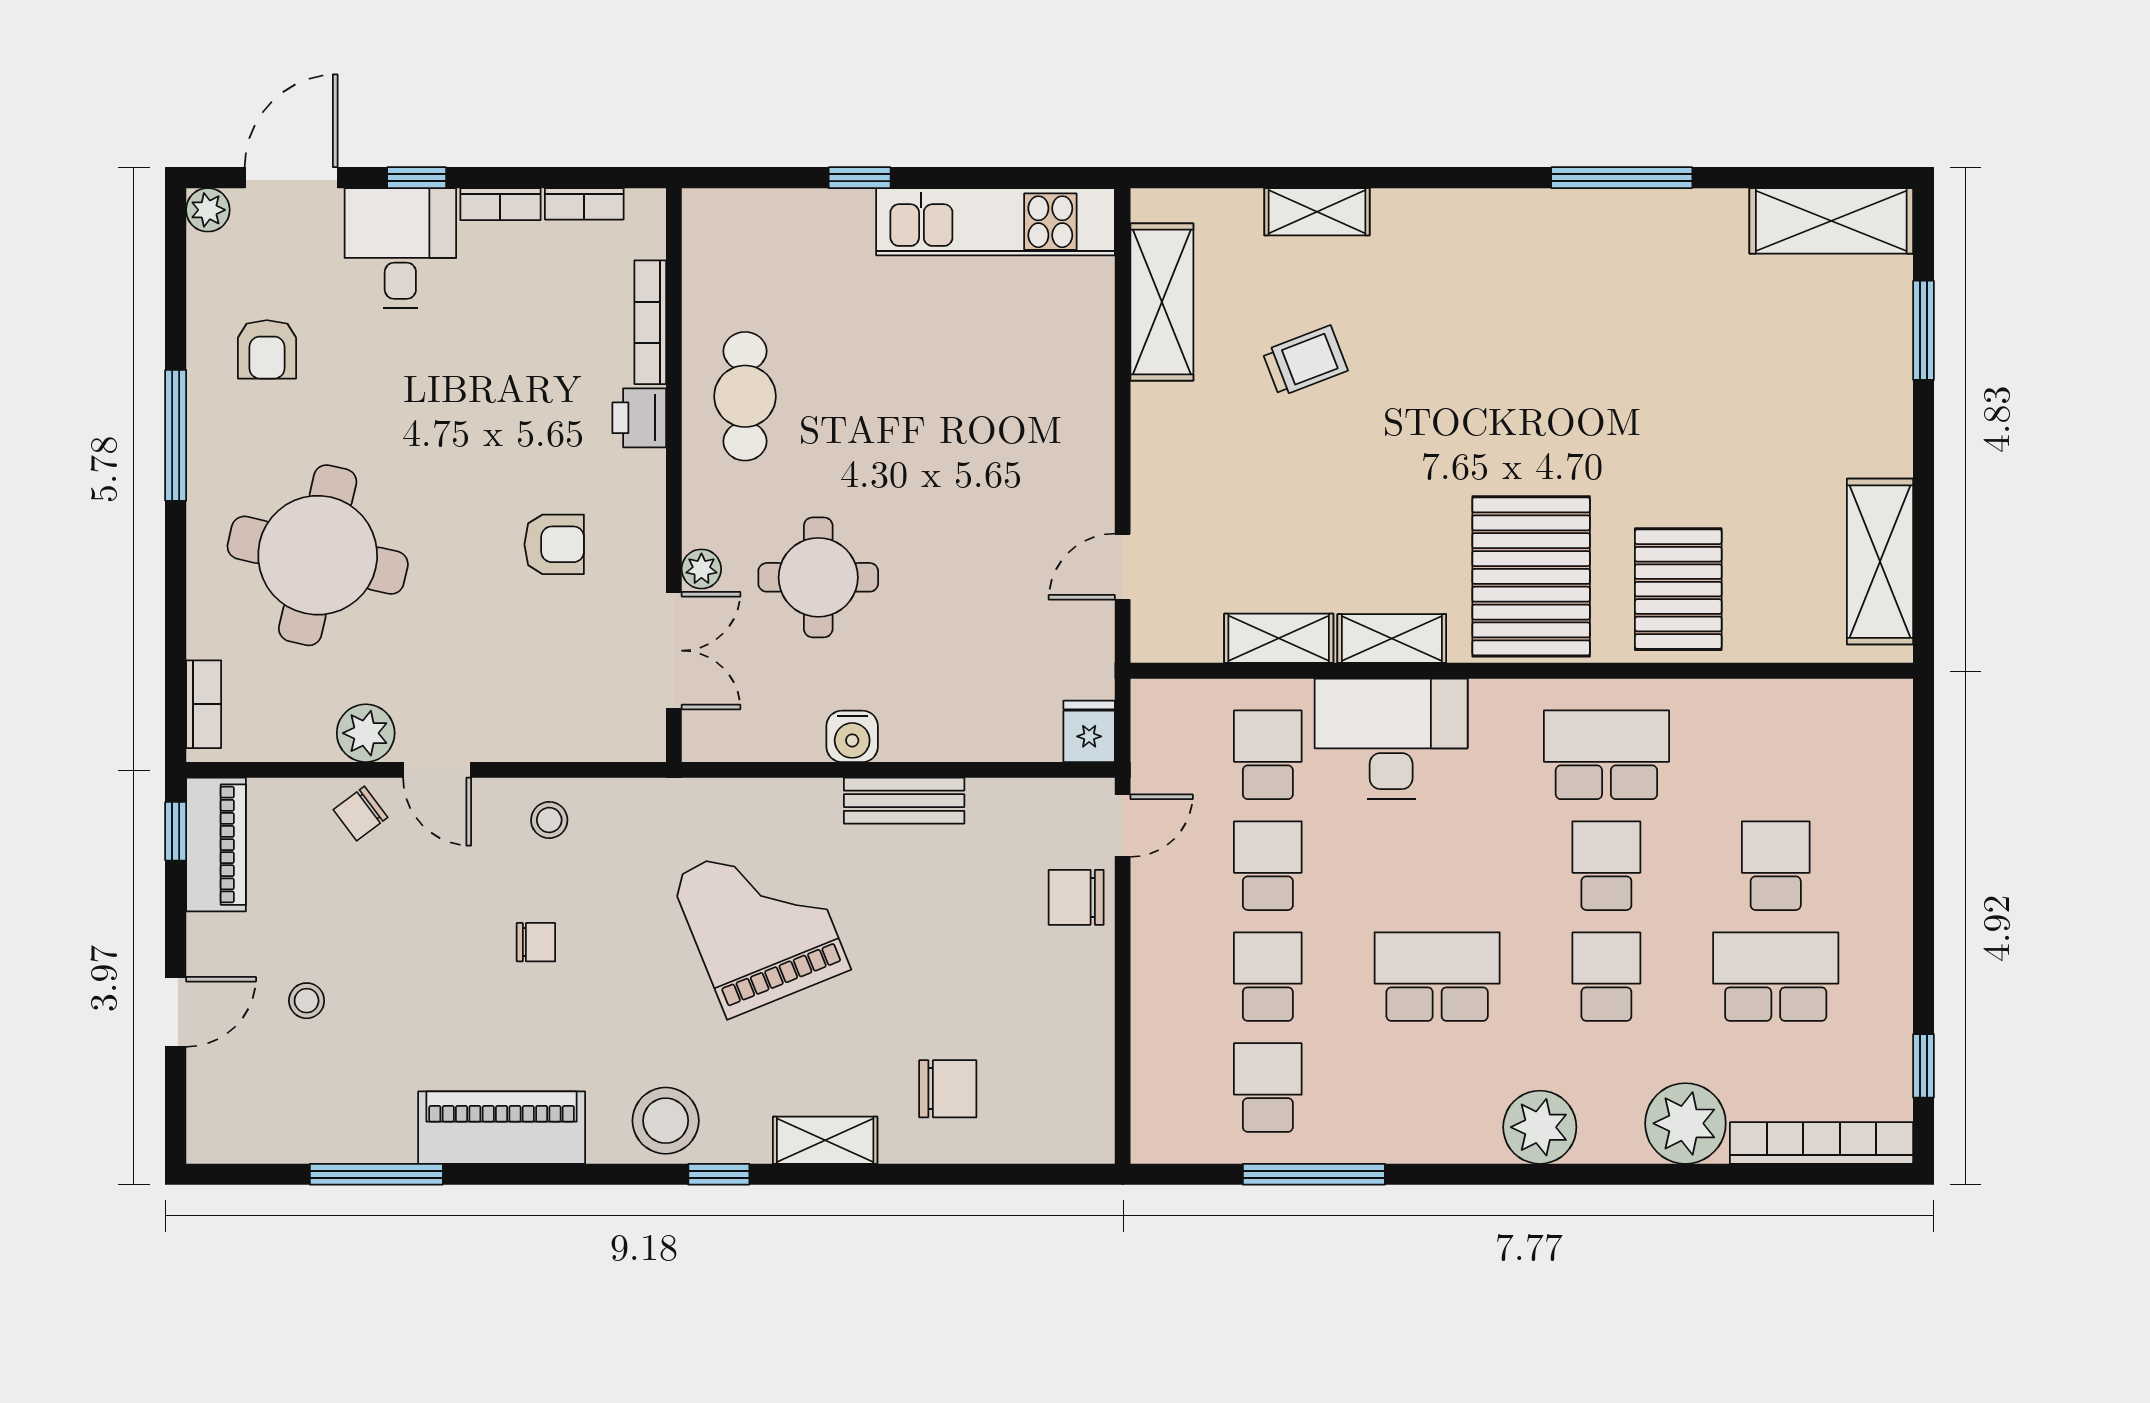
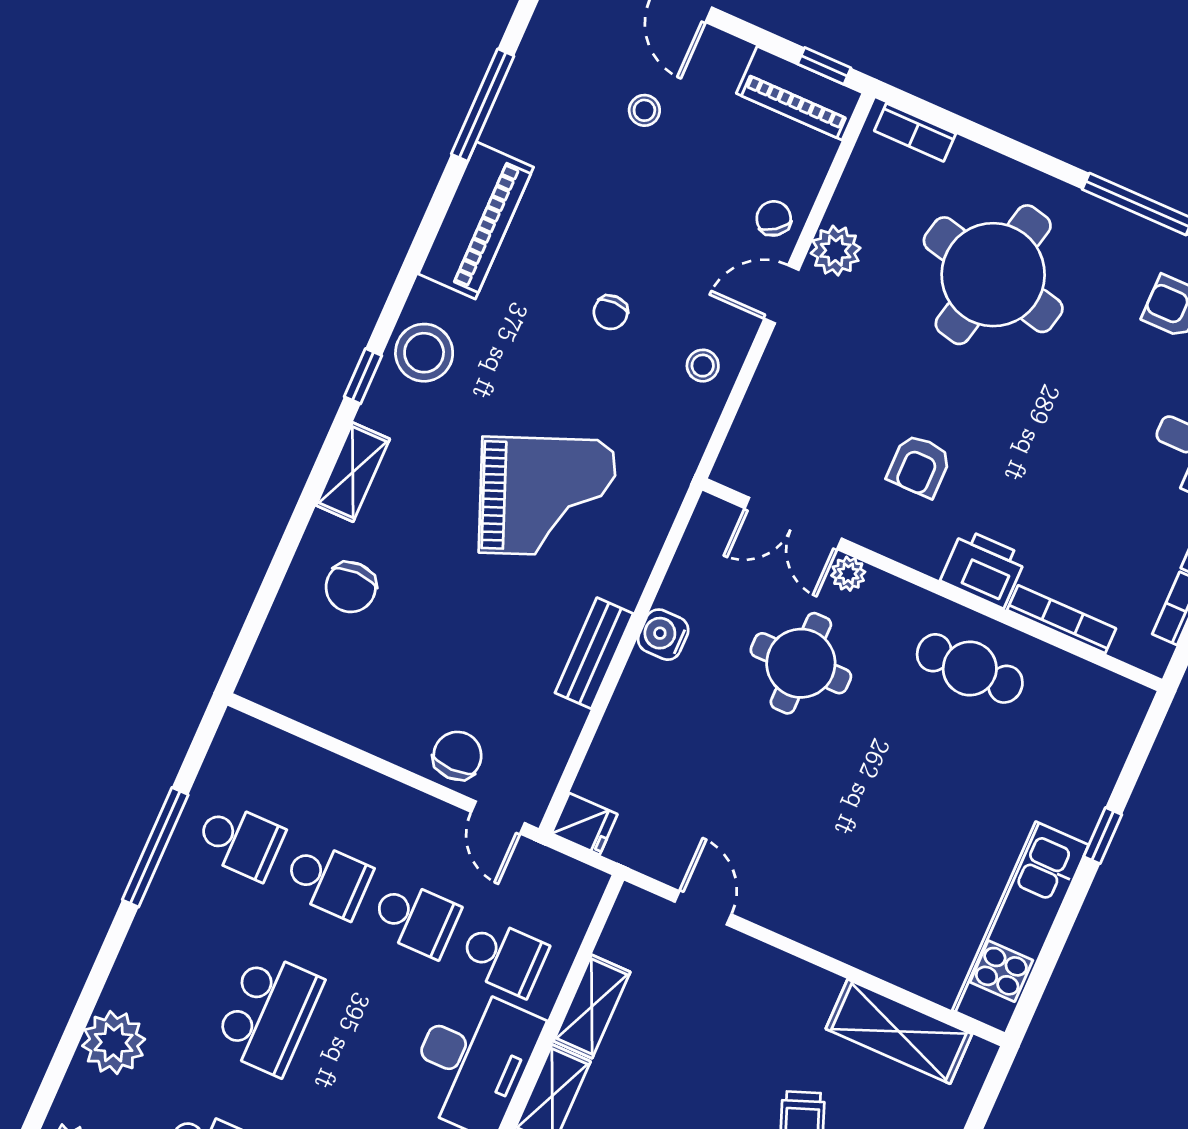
printer: (639, 418) -> (983, 568), width x1.36, depth x1.24

